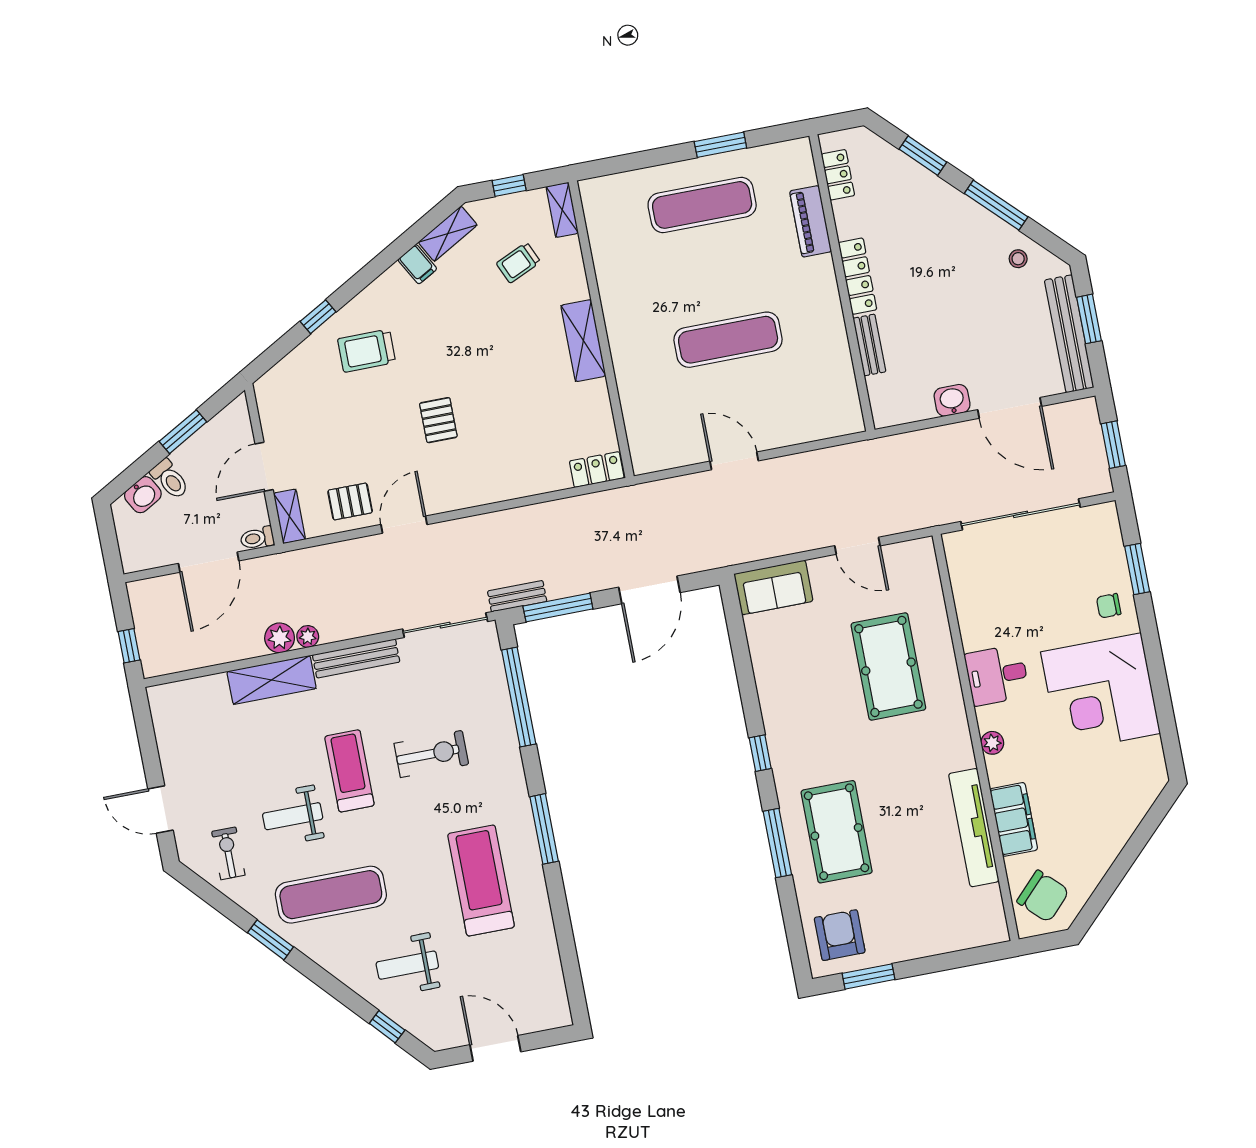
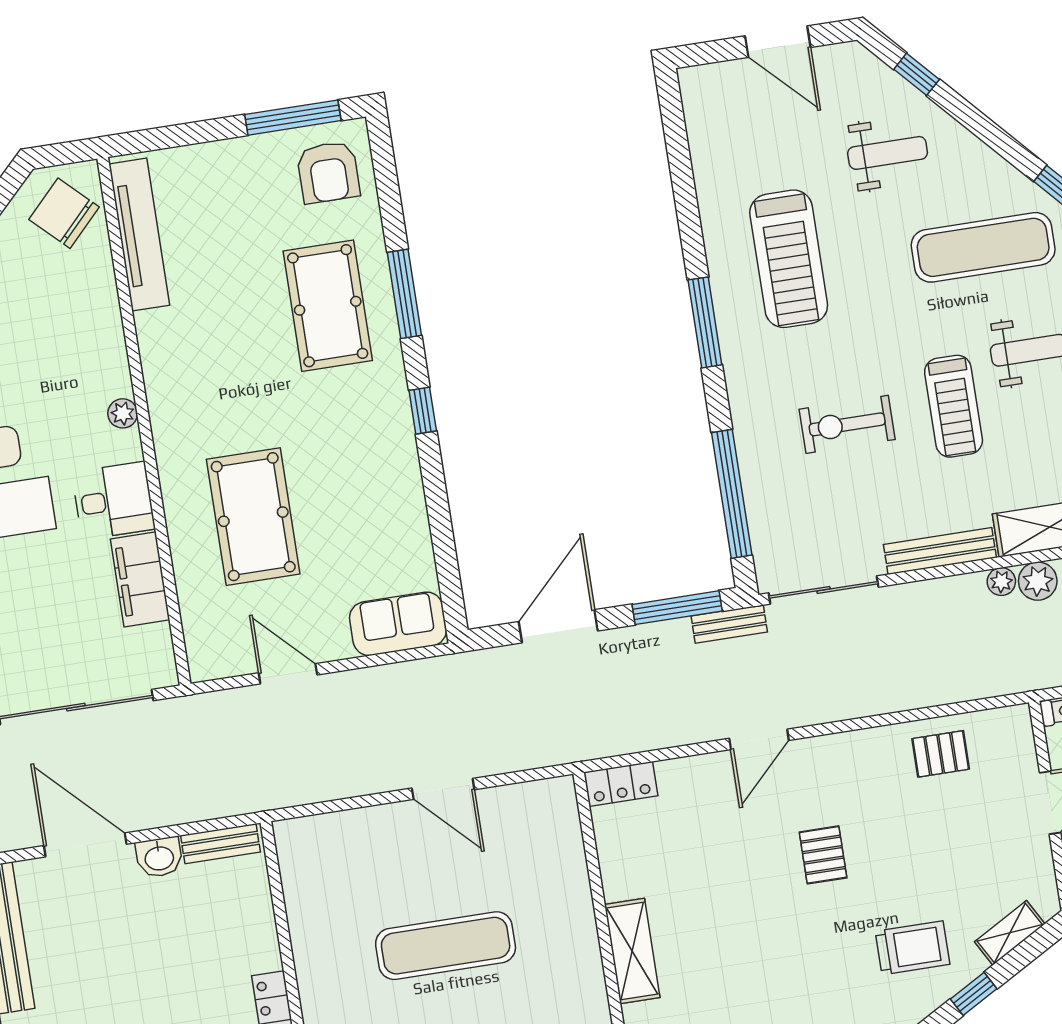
bench: (869, 345) -> (220, 844), moved, turned 90
shelving: (289, 516) -> (1010, 933), moved, turned 60
door: (404, 525) -> (759, 739), moved
filing cabinet: (1014, 819) -> (140, 579), moved
tv unit: (974, 828) -> (139, 235), moved
window: (869, 976) -> (293, 118), width x1.44

